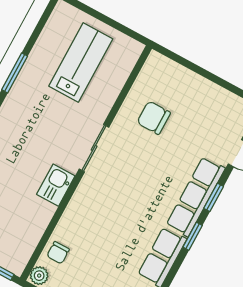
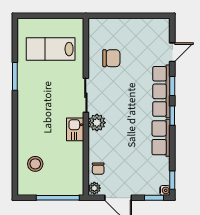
lab bench: (81, 63) -> (51, 49), turned -90
chair: (154, 118) -> (111, 58), turned 180
plant: (89, 192) -> (97, 123), added

